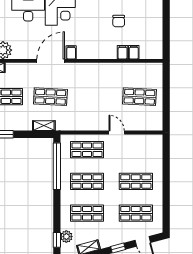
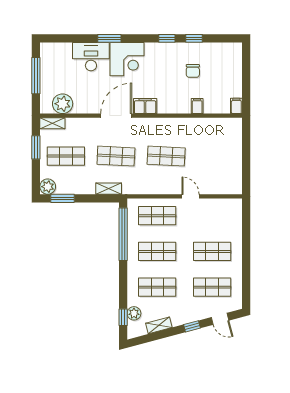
filing cabinet: (71, 52) -> (145, 106), width x2.00
filing cabinet: (134, 52) -> (236, 106), moved
shop shelf: (139, 97) -> (166, 156), moved

